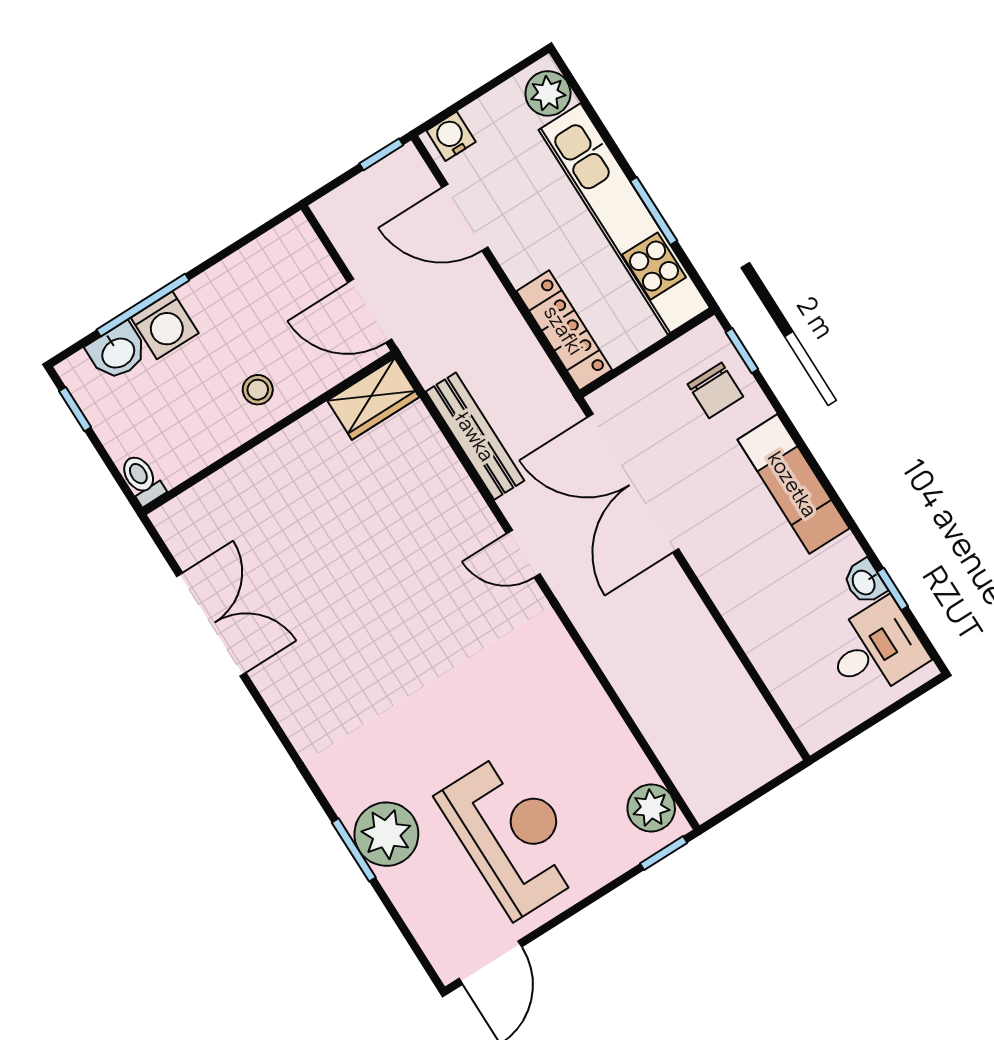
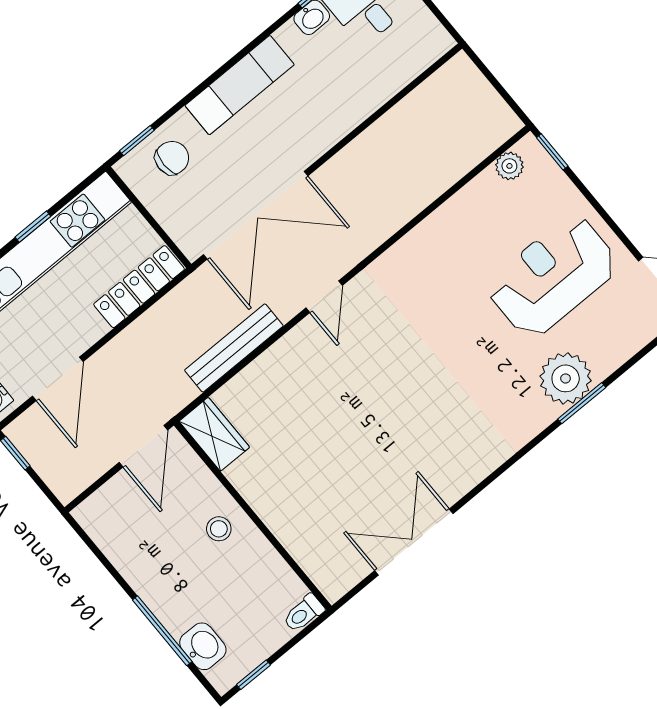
window: (654, 211) -> (33, 227), width x0.67
washing machine: (165, 325) -> (176, 611), removed
plant: (651, 808) -> (509, 166), width x0.73, depth x0.73

